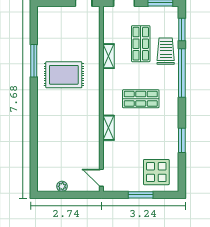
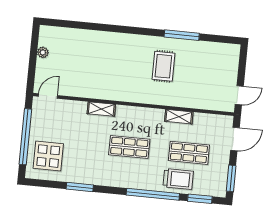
rug: (64, 75) -> (163, 66), width x0.73, depth x0.70
shop shelf: (141, 99) -> (129, 147), turned 90
window: (141, 195) -> (25, 137), width x2.11

